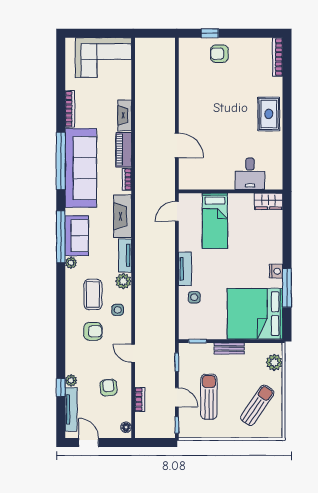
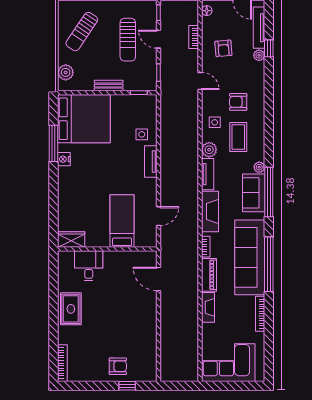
desk: (250, 174) -> (89, 266), moved
wall: (231, 191) -> (107, 249), moved
wardrobe: (268, 201) -> (71, 240), moved
bed: (215, 221) -> (122, 221), moved

